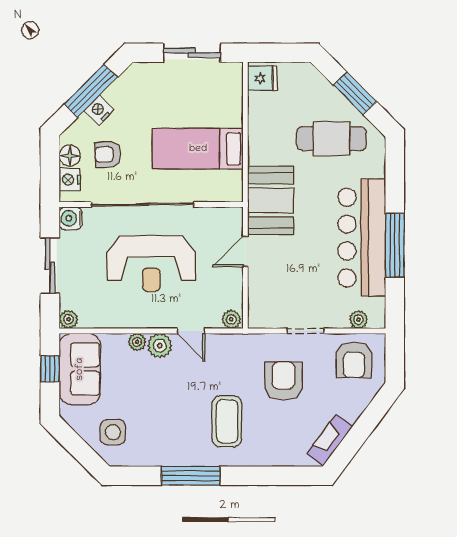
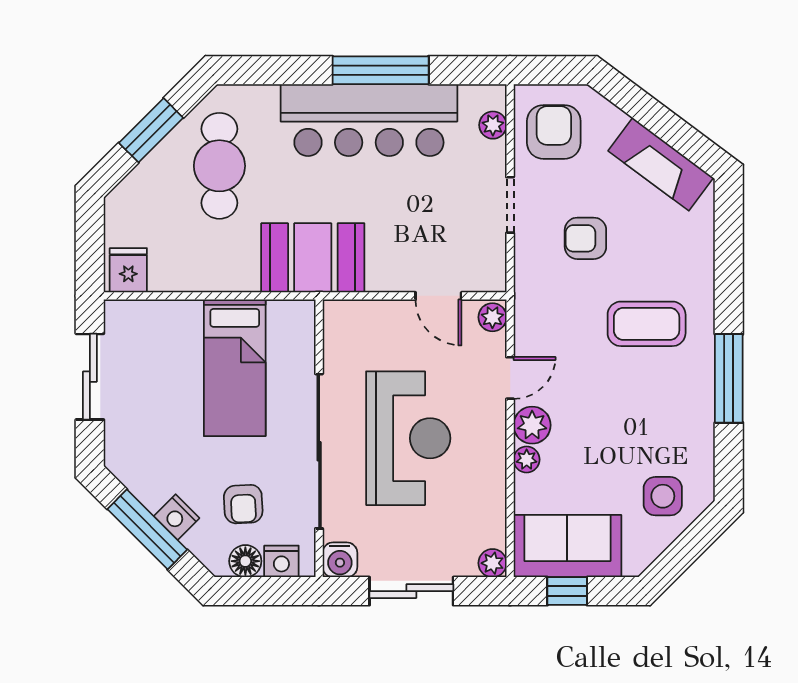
door: (245, 251) -> (438, 296), moved
armchair: (354, 360) -> (554, 132), turned -90
armchair: (283, 381) -> (585, 238), width x0.72, depth x0.72
fireplace: (330, 440) -> (661, 164), width x1.37, depth x1.32

